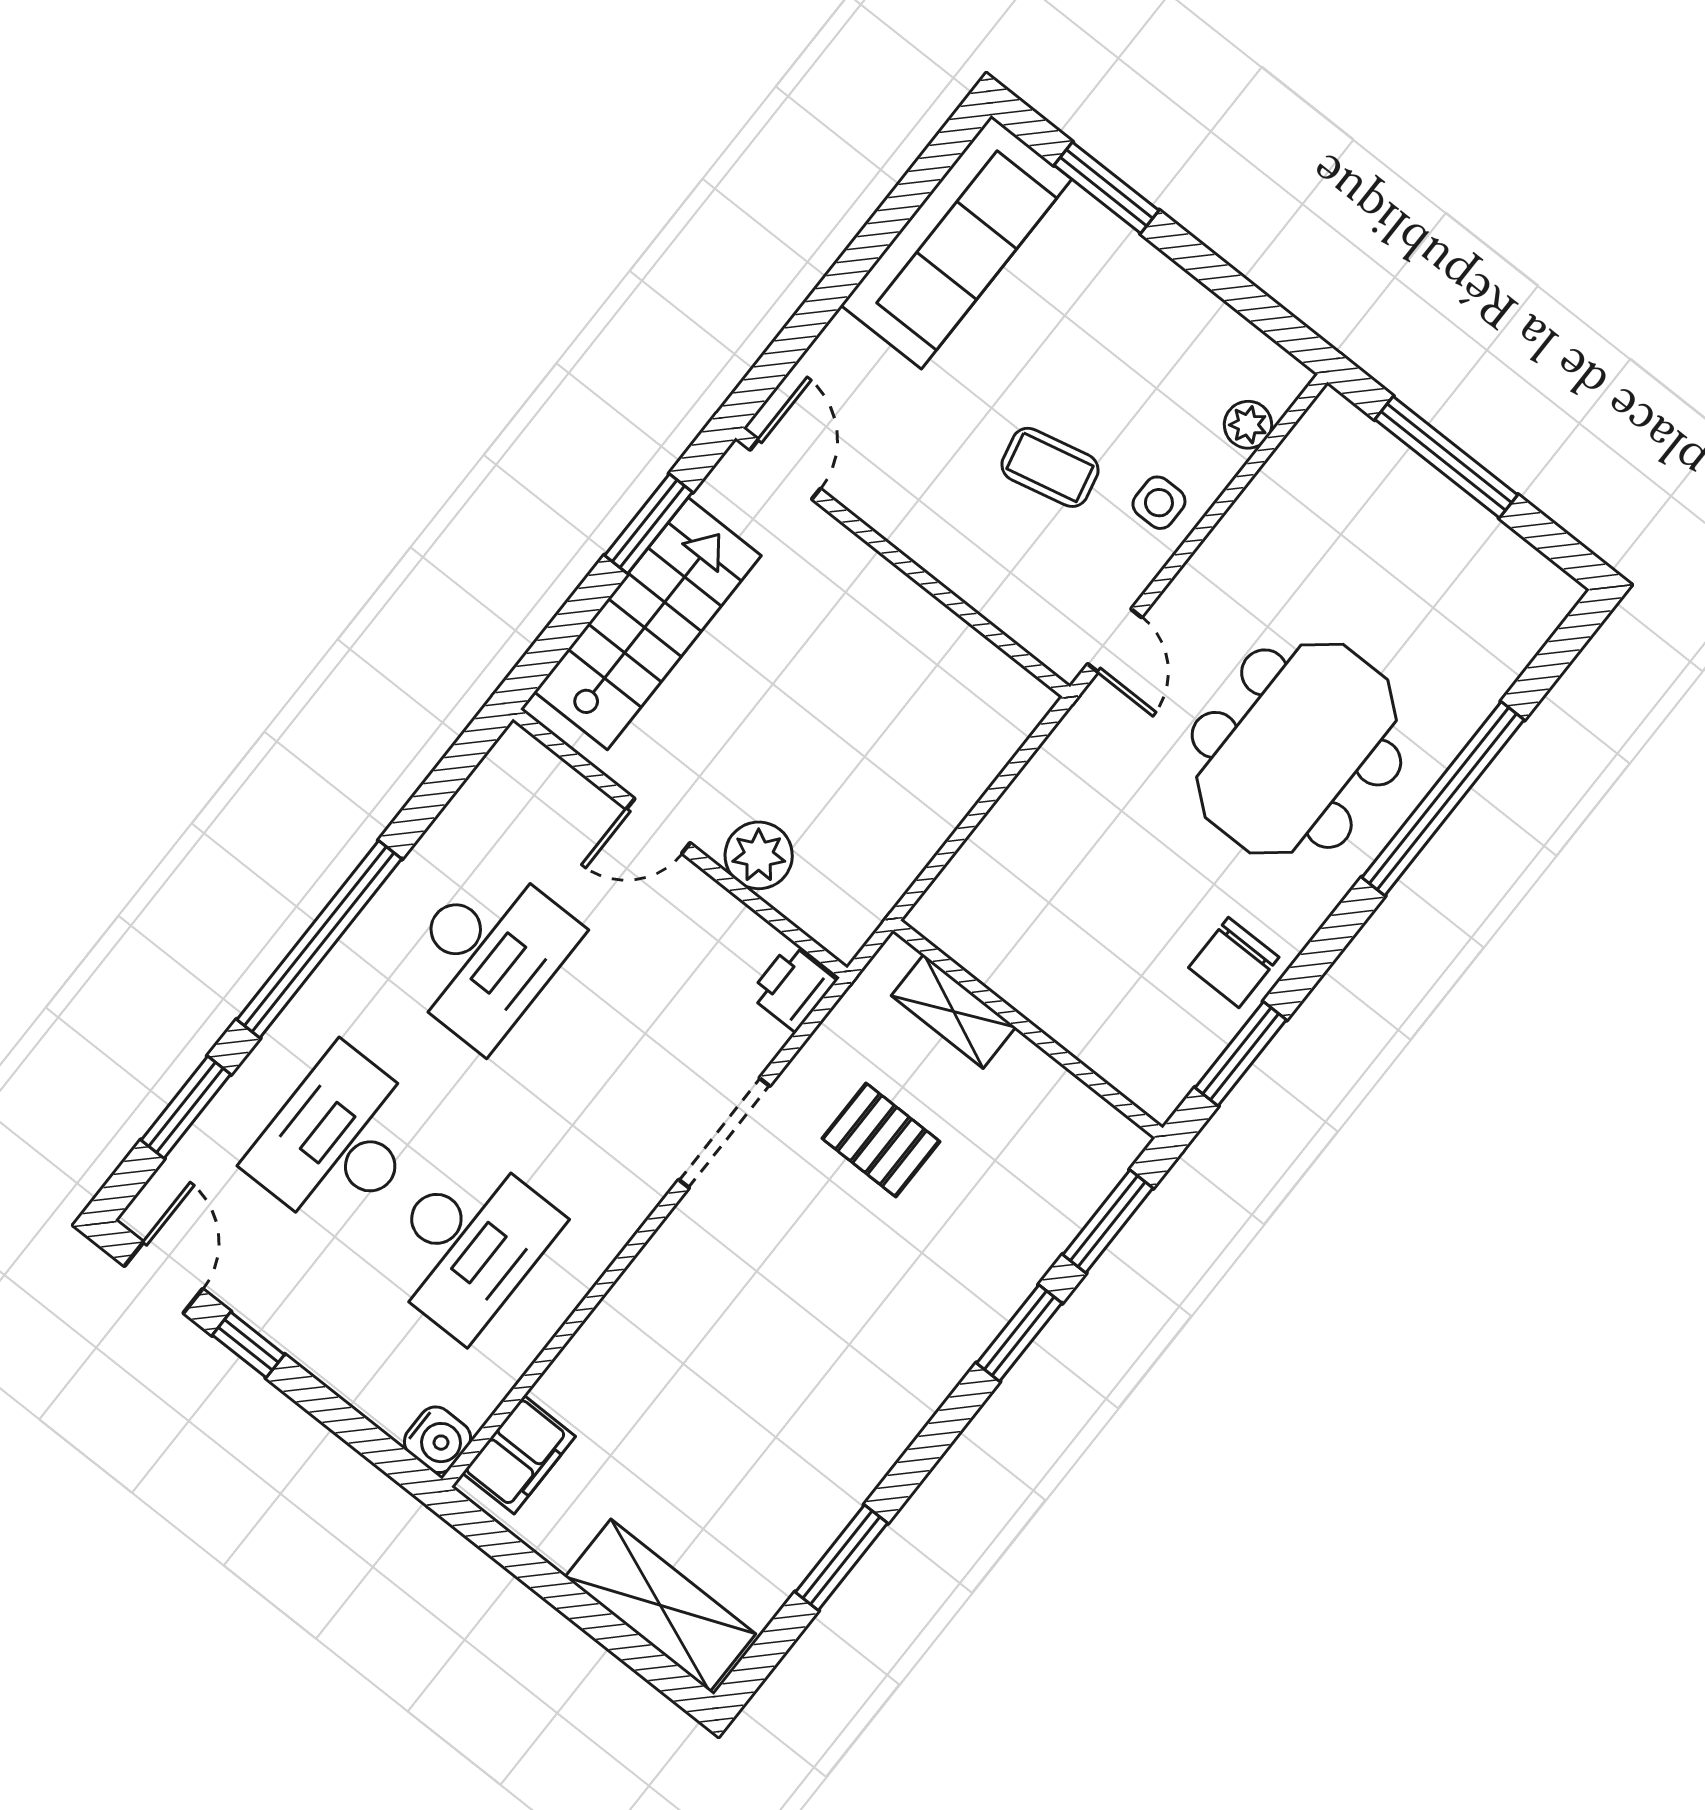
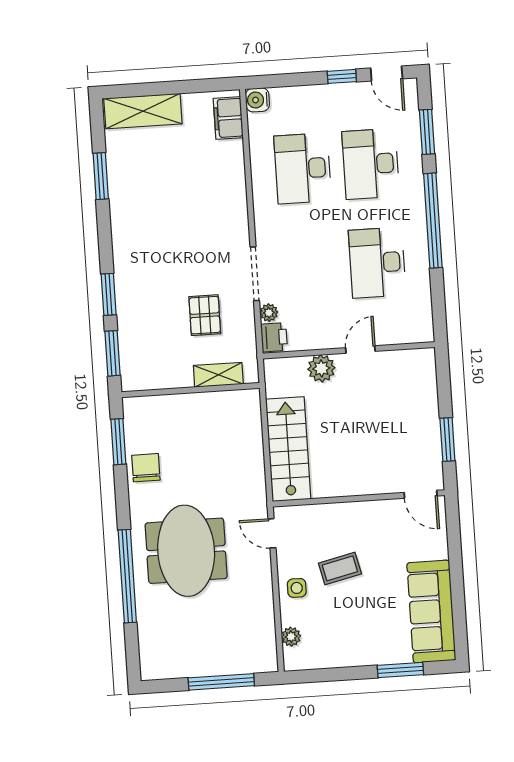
stairs: (648, 624) -> (288, 449), moved, turned 180
plant: (762, 1040) -> (269, 313), added
pallet: (881, 1140) -> (205, 315), turned 90
desk: (339, 1141) -> (371, 164), turned 180

